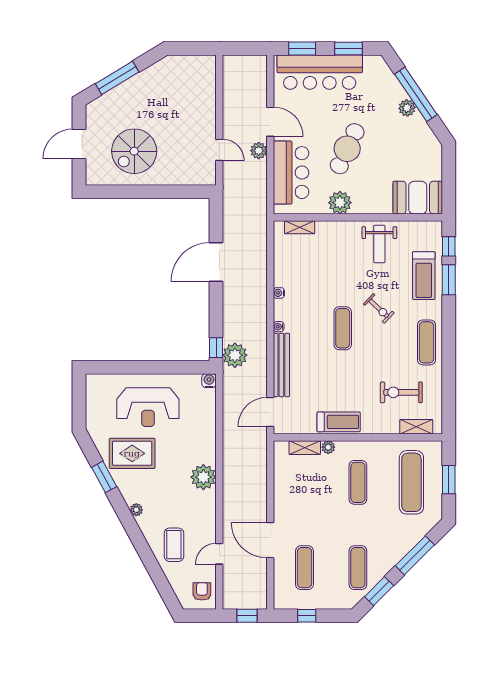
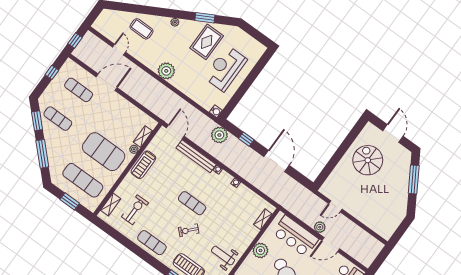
window: (216, 348) -> (246, 139), moved
exercise mat: (358, 482) -> (104, 152), width x2.00, depth x1.45
armchair: (202, 591) -> (106, 26), removed

